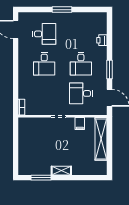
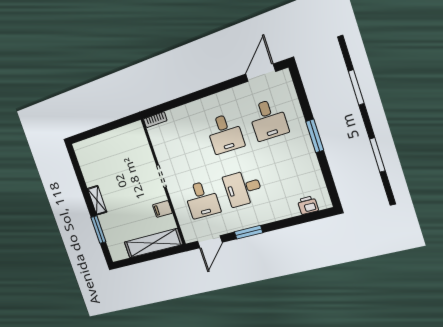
printer: (102, 40) -> (308, 205), moved
desk: (44, 64) -> (225, 134), turned -90
desk: (81, 93) -> (202, 200), turned 180
window: (41, 178) -> (98, 230), moved

